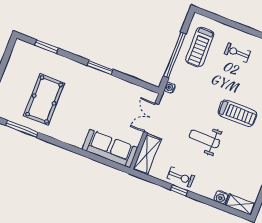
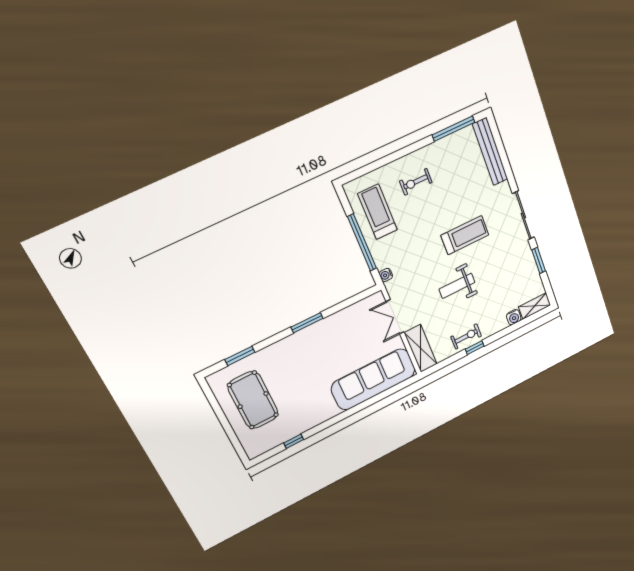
treadmill: (200, 47) -> (378, 212), turned 180
pool table: (44, 99) -> (253, 400), moved
window: (22, 129) -> (294, 441), width x0.46
sofa: (110, 149) -> (373, 379), width x1.36, depth x1.27

